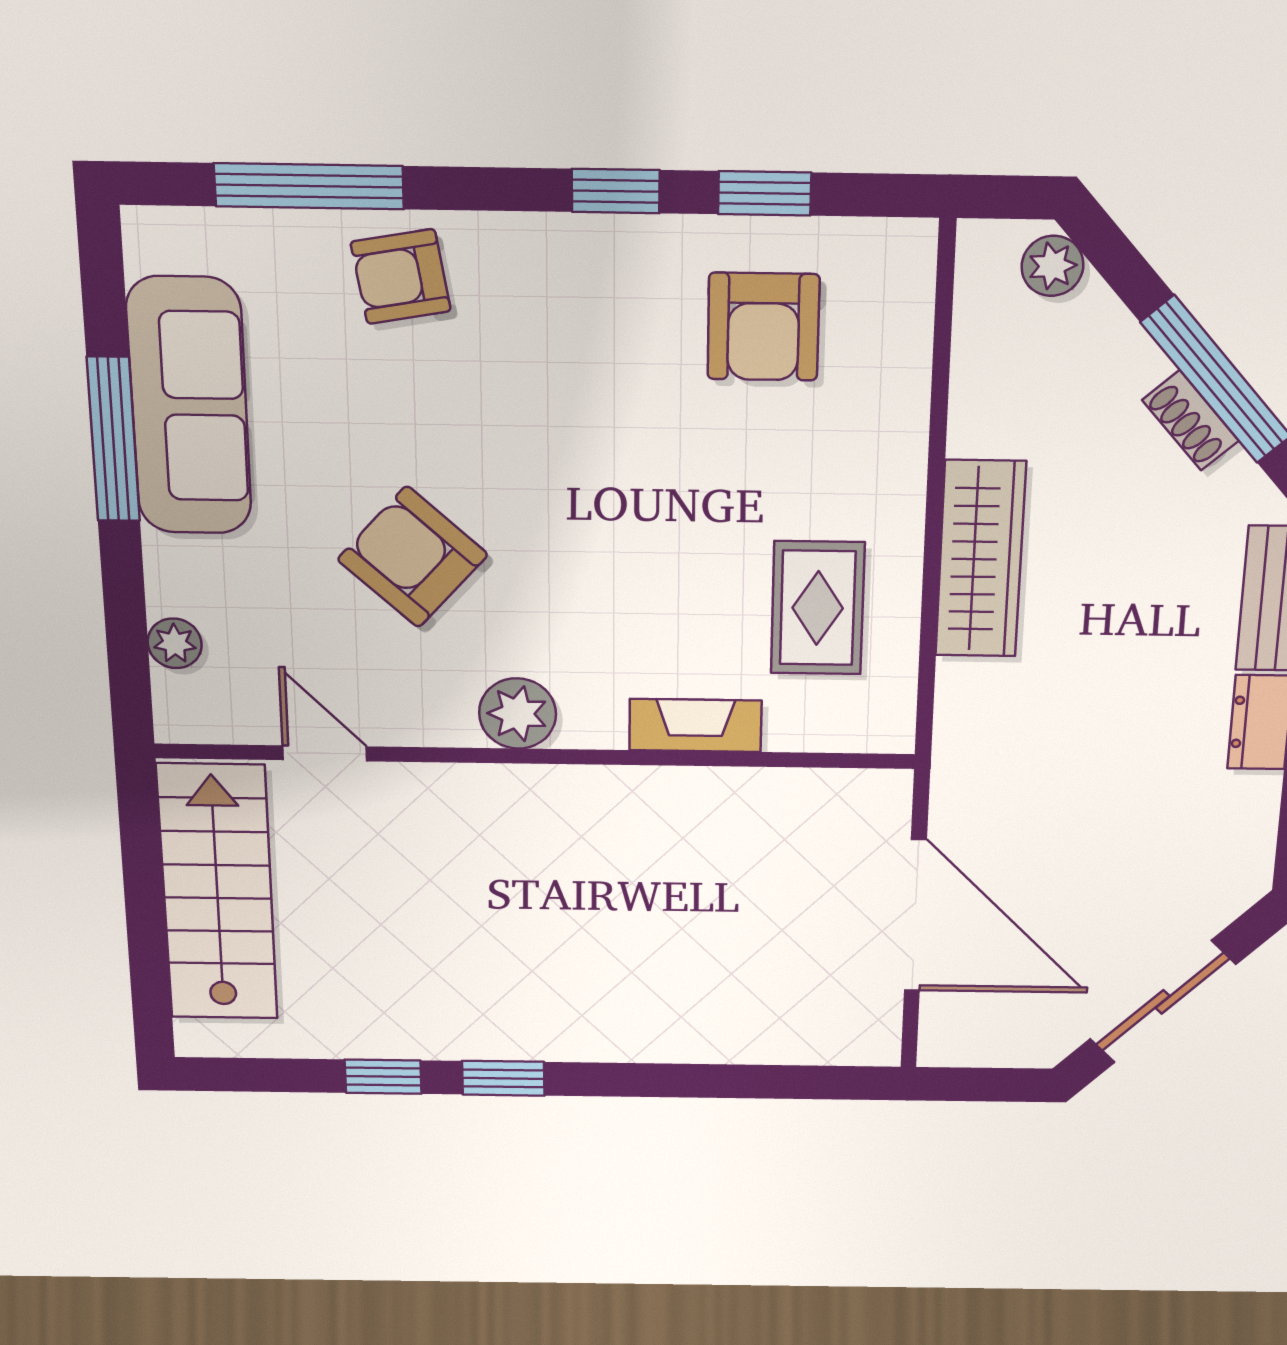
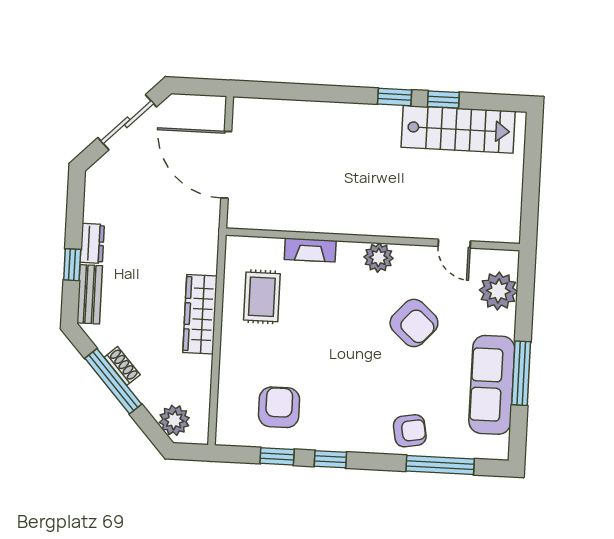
plant: (1052, 266) -> (174, 420), width x1.38, depth x1.38
plant: (175, 643) -> (498, 291), width x1.87, depth x1.87
stairs: (217, 893) -> (458, 129), moved, turned -90

